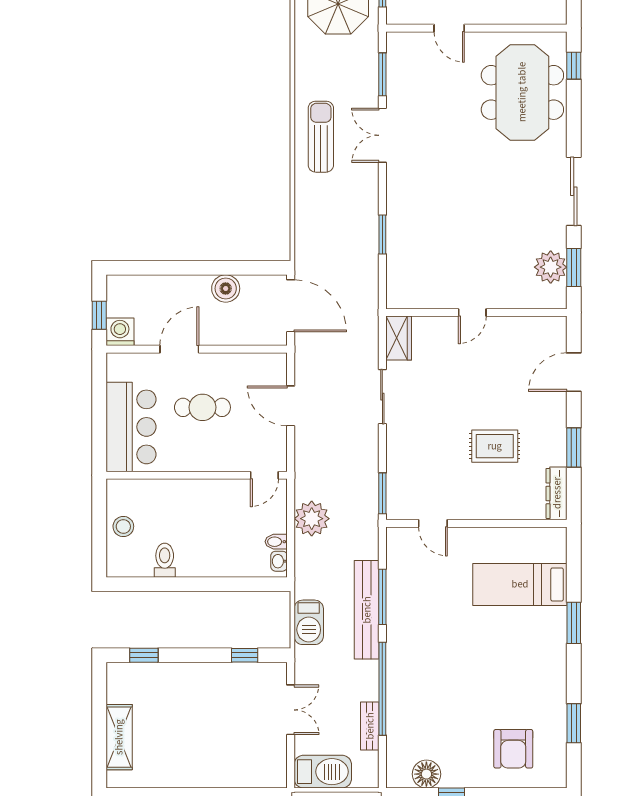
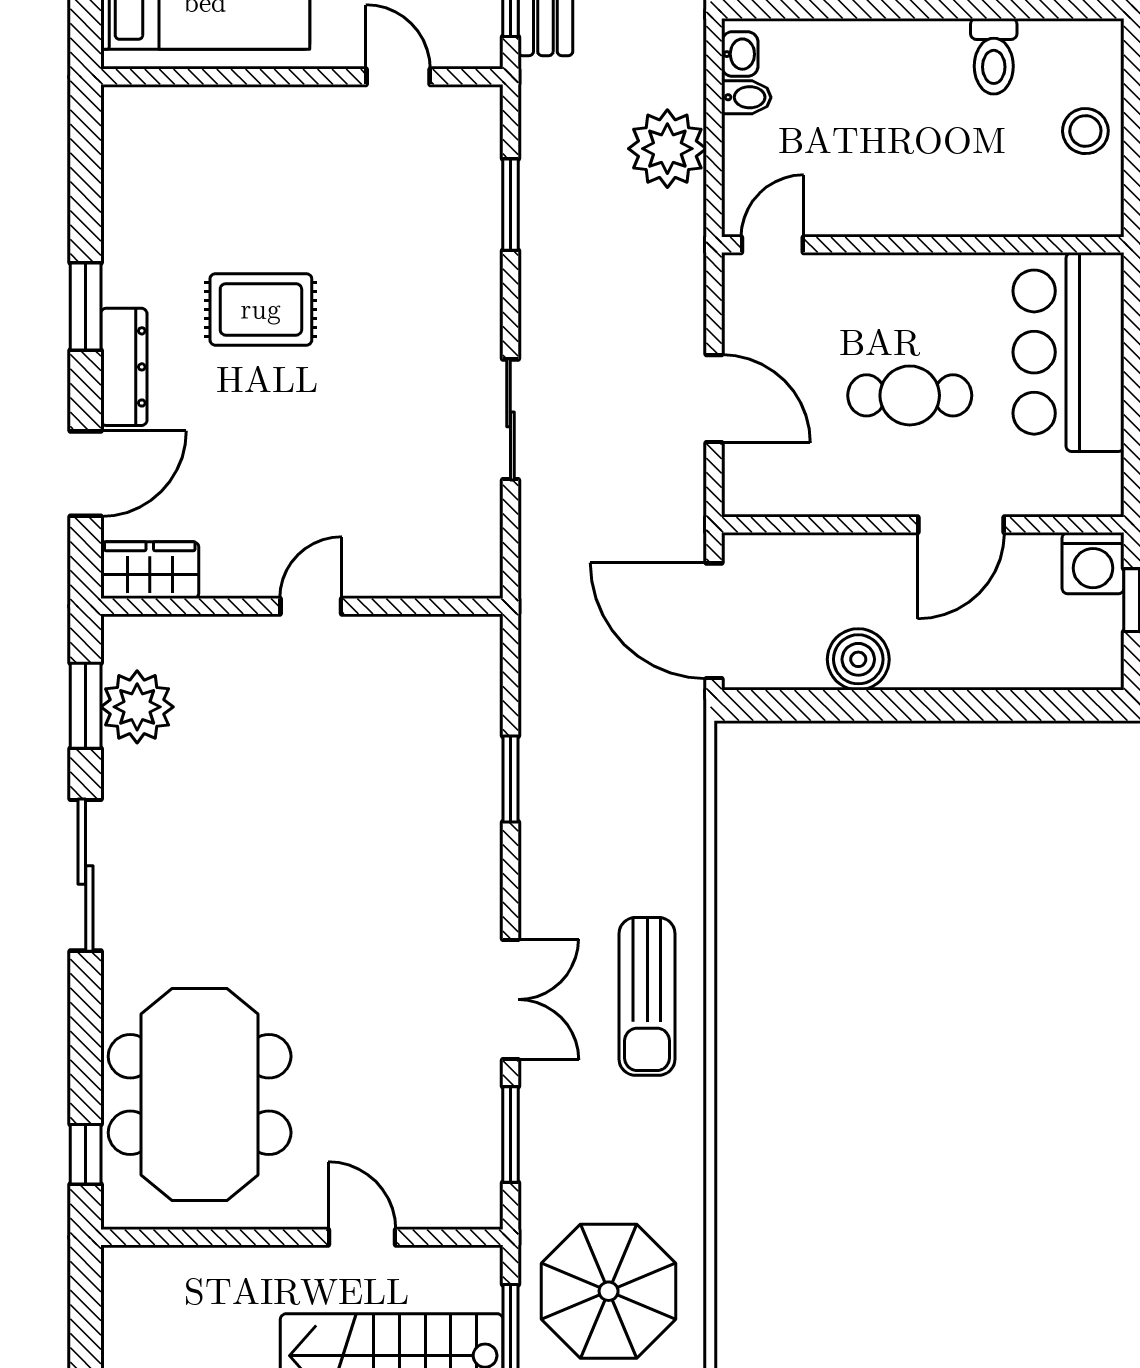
wardrobe: (399, 338) -> (150, 570), moved, turned 90
dresser: (557, 493) -> (124, 367), moved
door: (433, 523) -> (398, 77), moved
wall: (476, 523) -> (302, 77), moved

